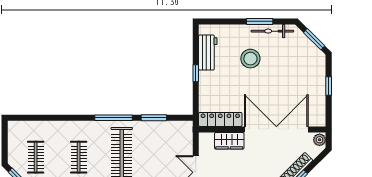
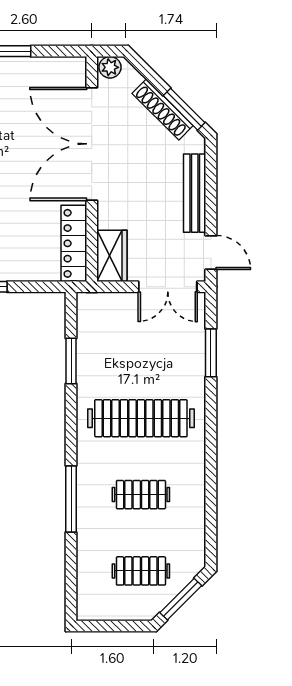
window: (114, 118) -> (71, 499), moved
wardrobe: (229, 141) -> (112, 256), moved

